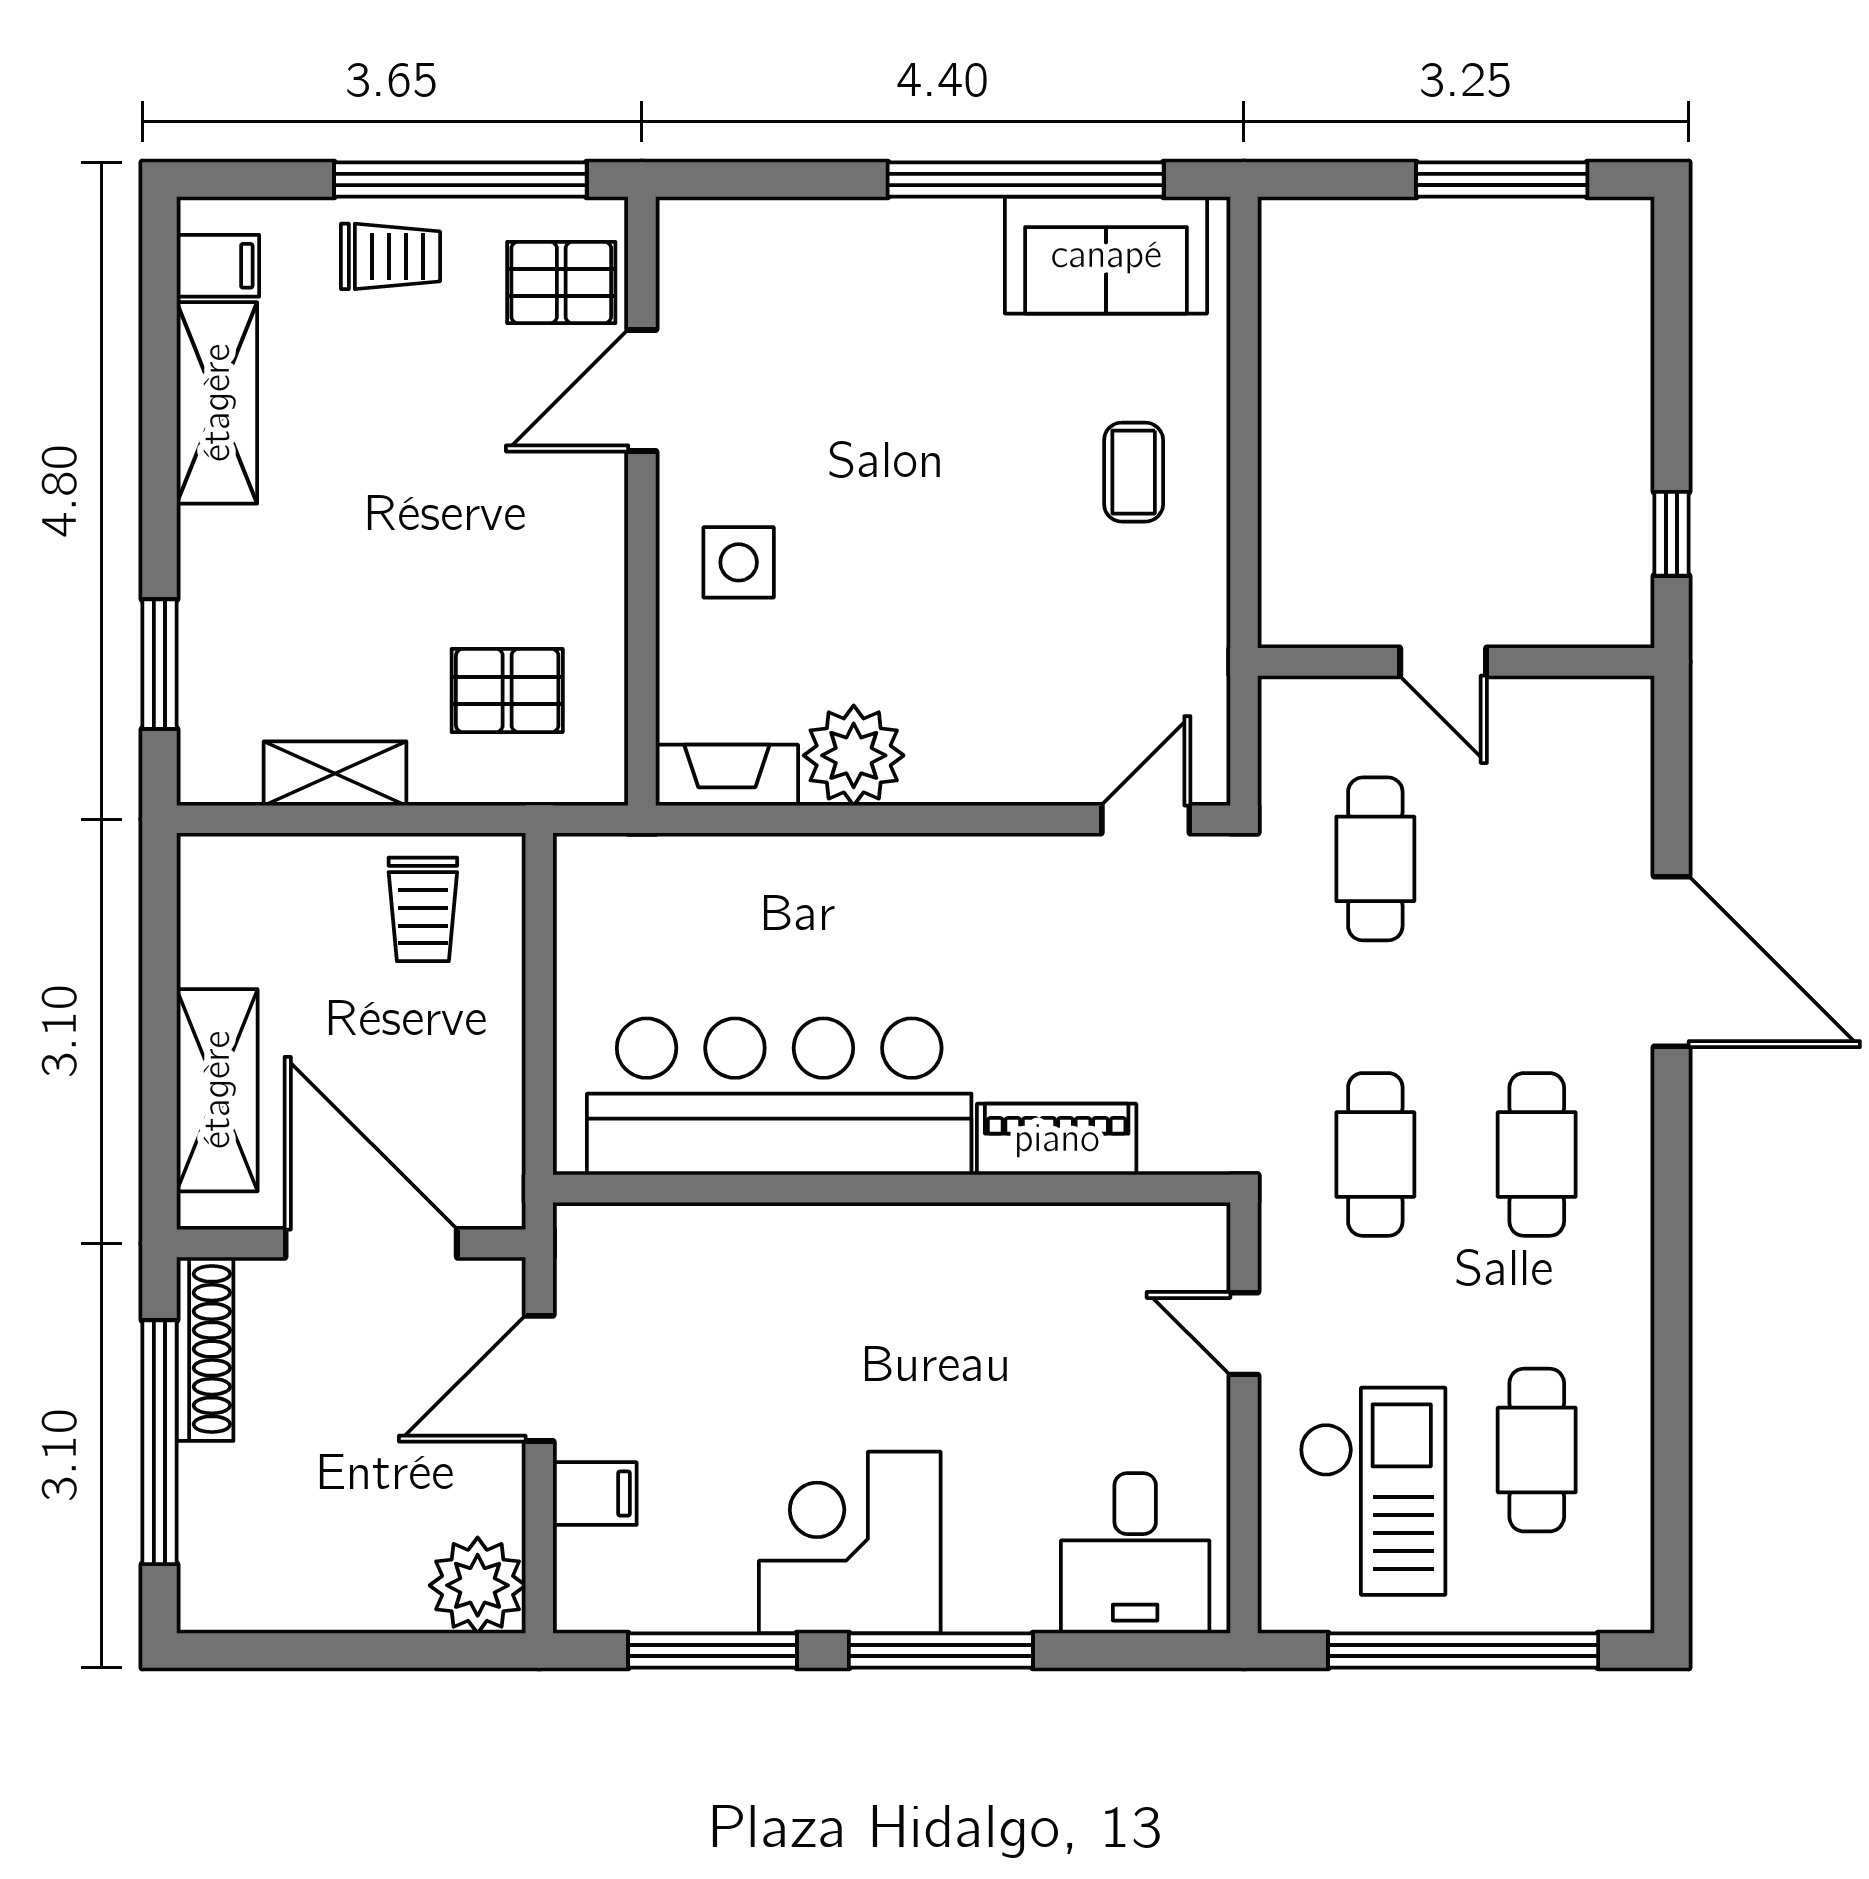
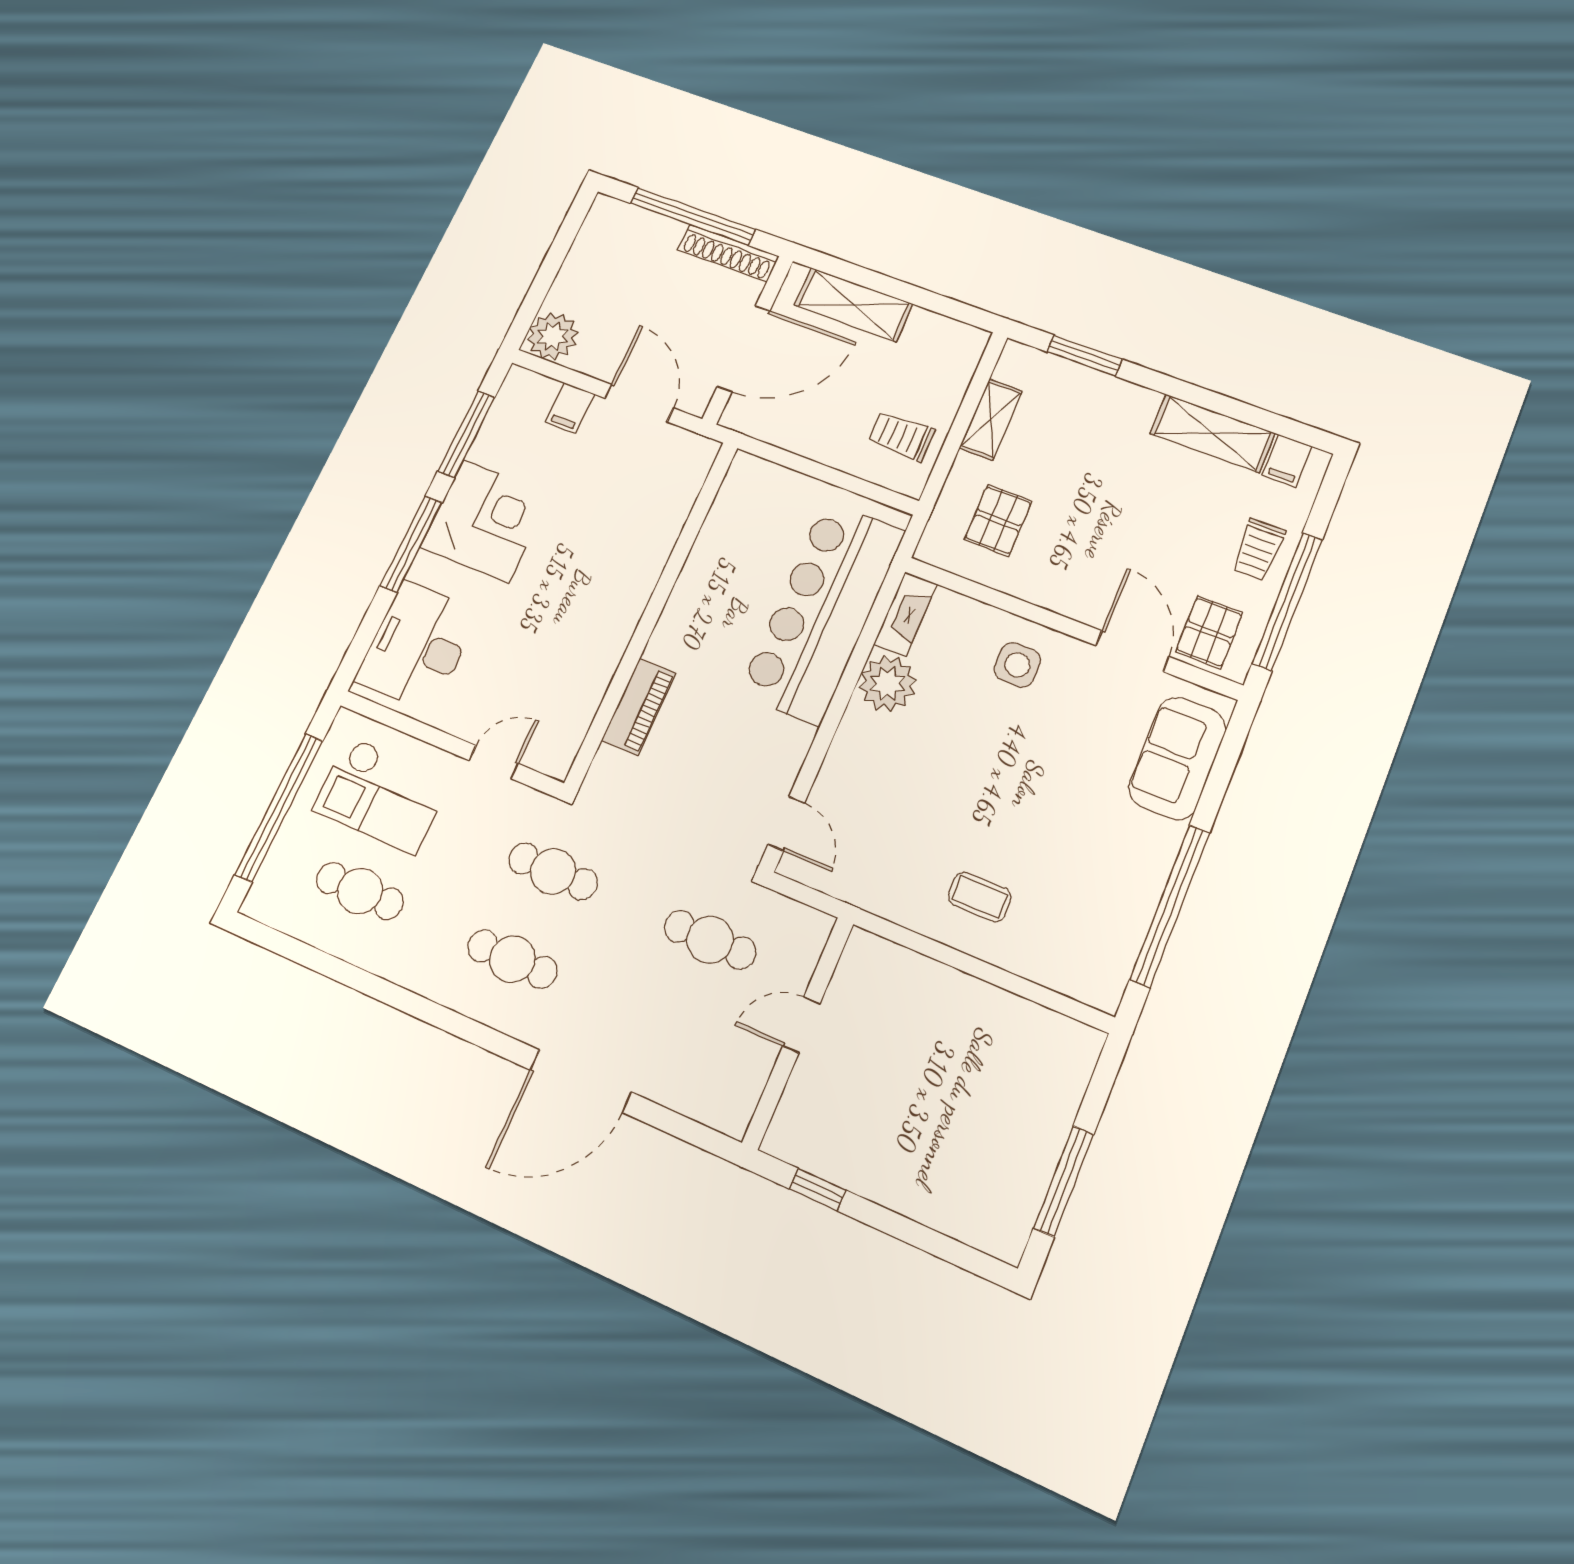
sofa: (1106, 255) -> (1177, 758), moved
bar counter: (779, 1097) -> (822, 612), moved, turned 180
desk: (1135, 1553) -> (418, 646), width x1.37

